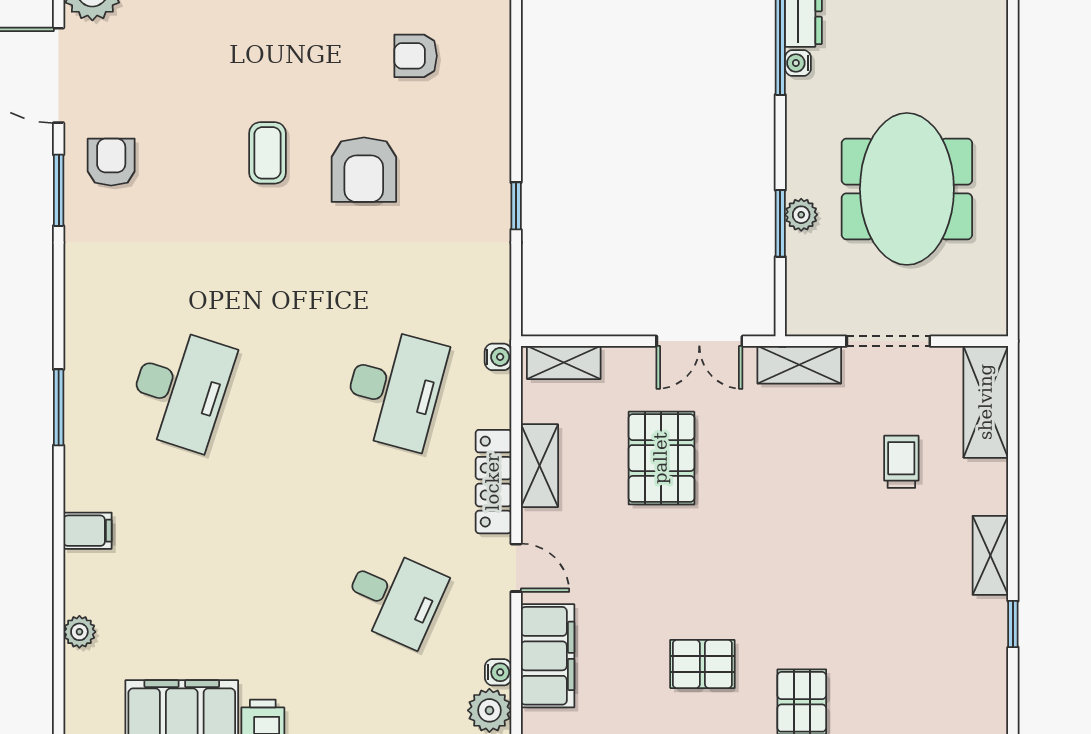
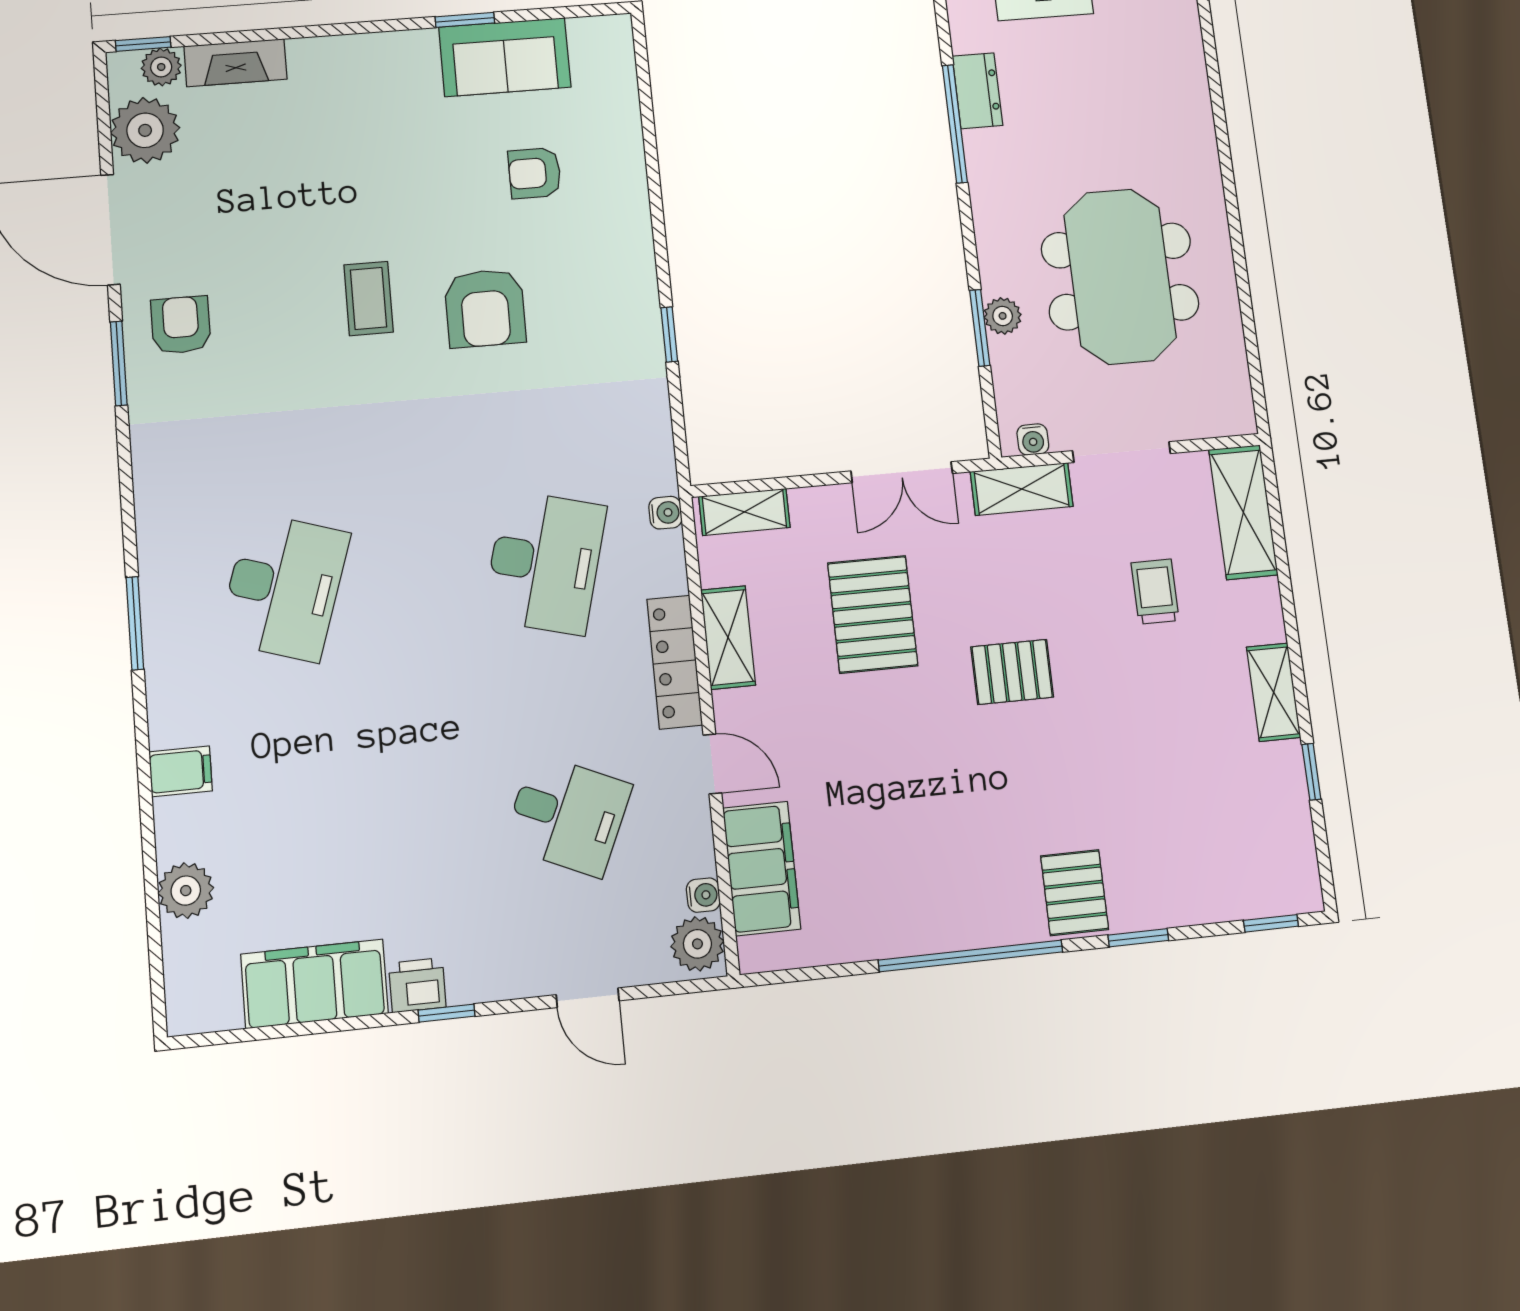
water cooler: (798, 63) -> (1033, 439), moved, turned -90
plant: (79, 632) -> (186, 891), width x1.38, depth x1.38
pallet: (702, 664) -> (1012, 672), moved

